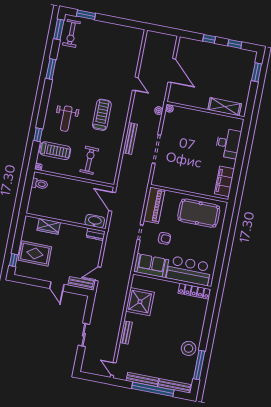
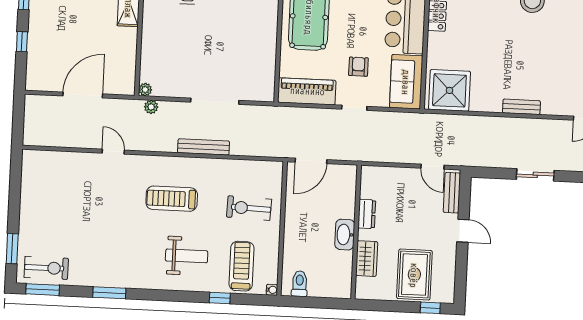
door: (135, 84) -> (113, 152), hinge flipped
washbasin: (95, 221) -> (345, 235), moved
dresser: (96, 234) -> (367, 214), moved
door: (57, 286) -> (463, 231), hinge flipped
shower: (140, 302) -> (449, 90), moved

